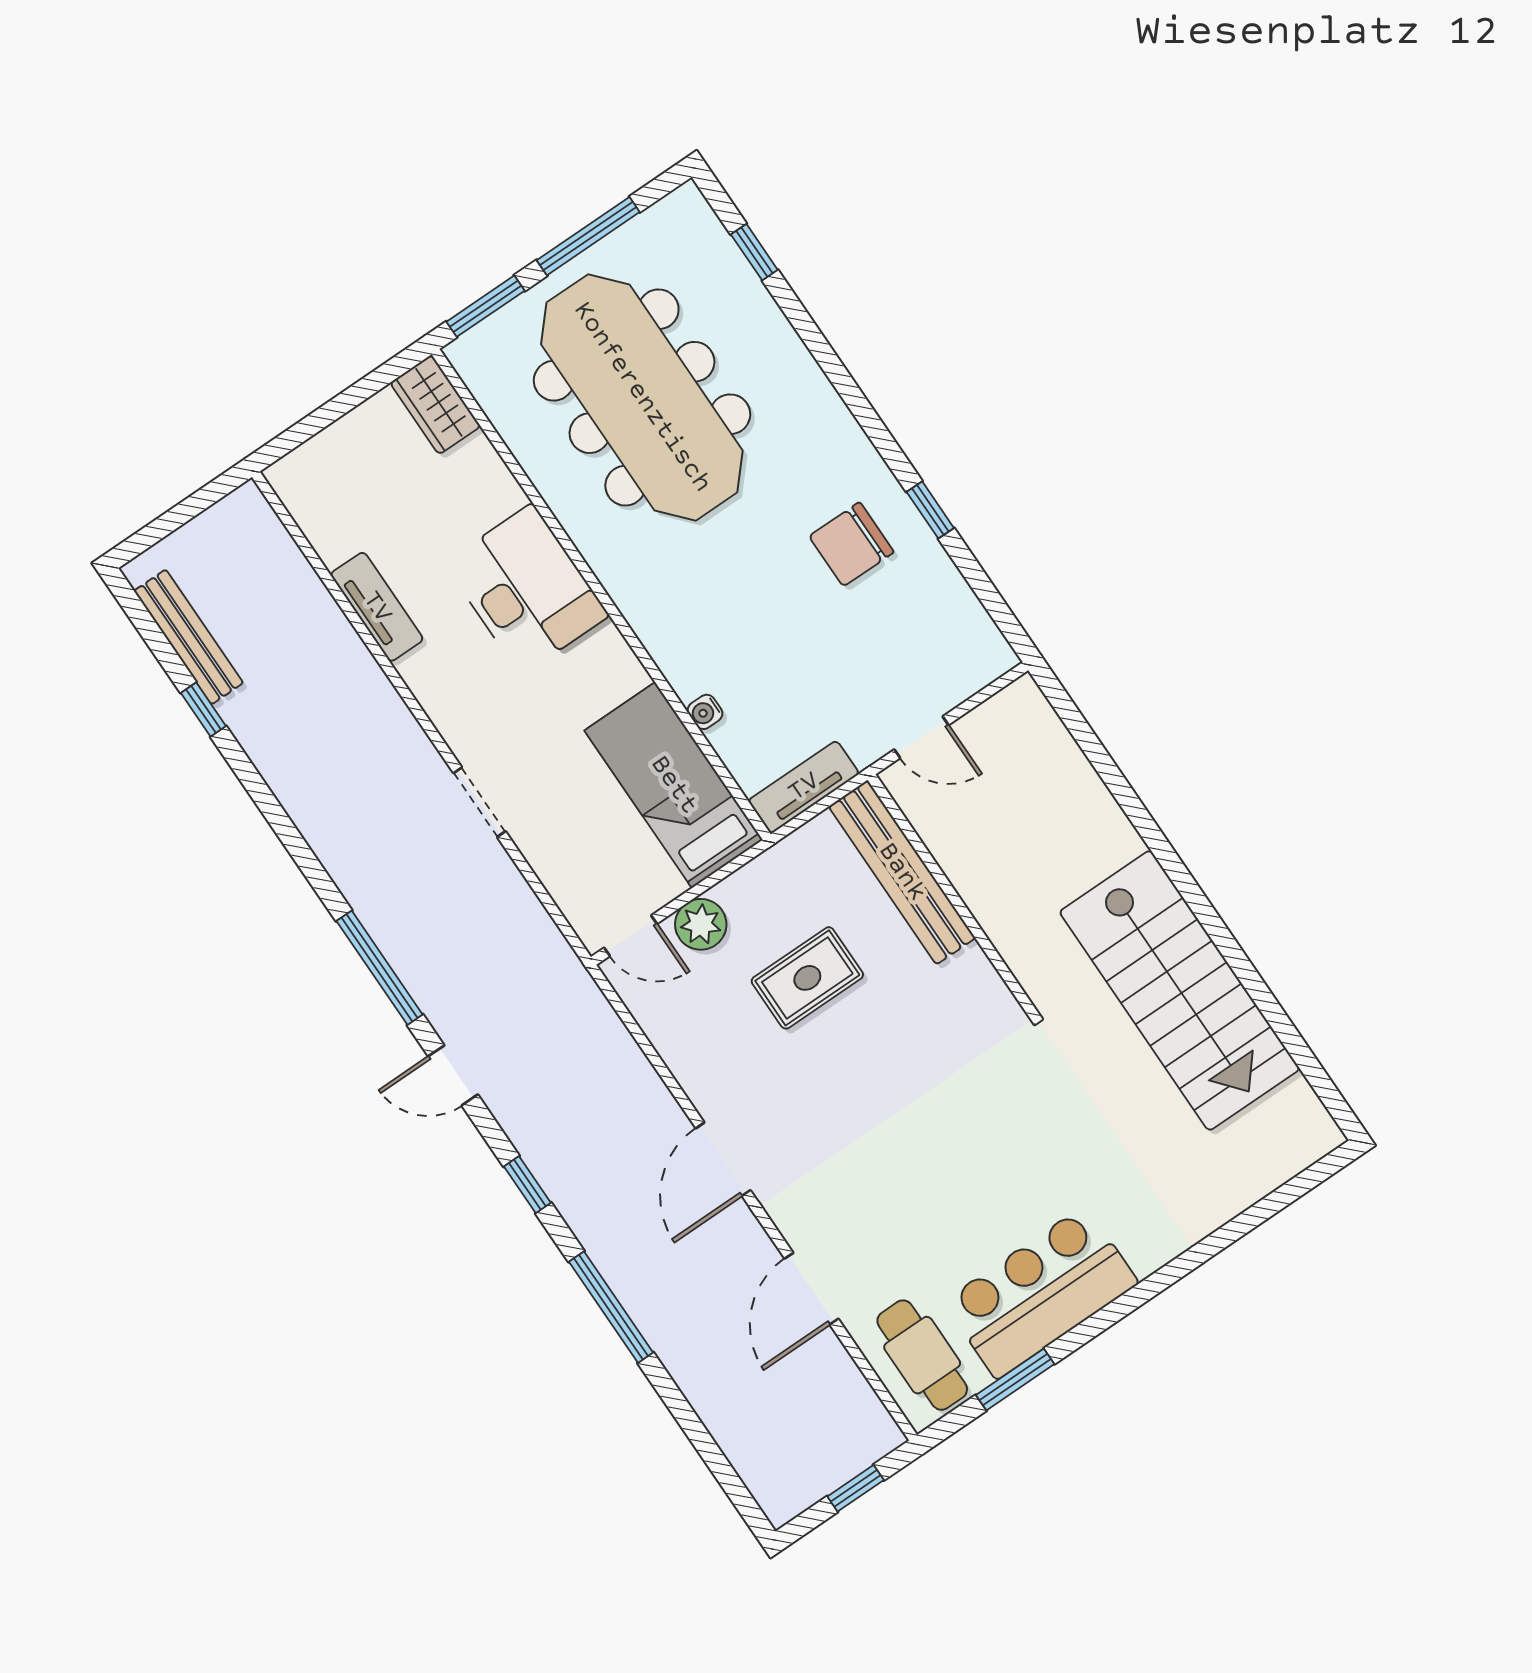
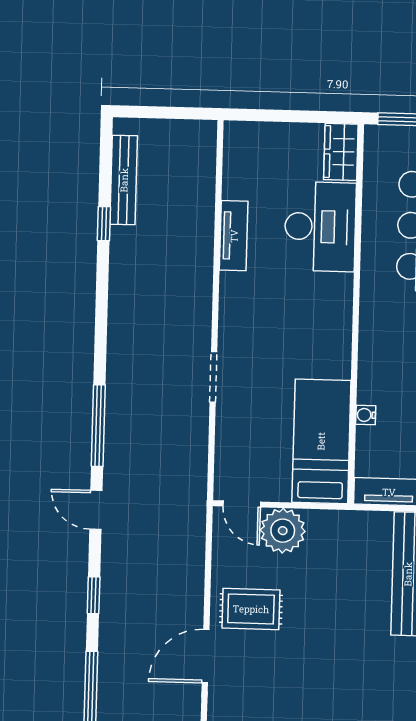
desk: (527, 589) -> (320, 227), moved
plant: (701, 924) -> (283, 531), width x1.36, depth x1.36
rug: (807, 978) -> (251, 609), moved

